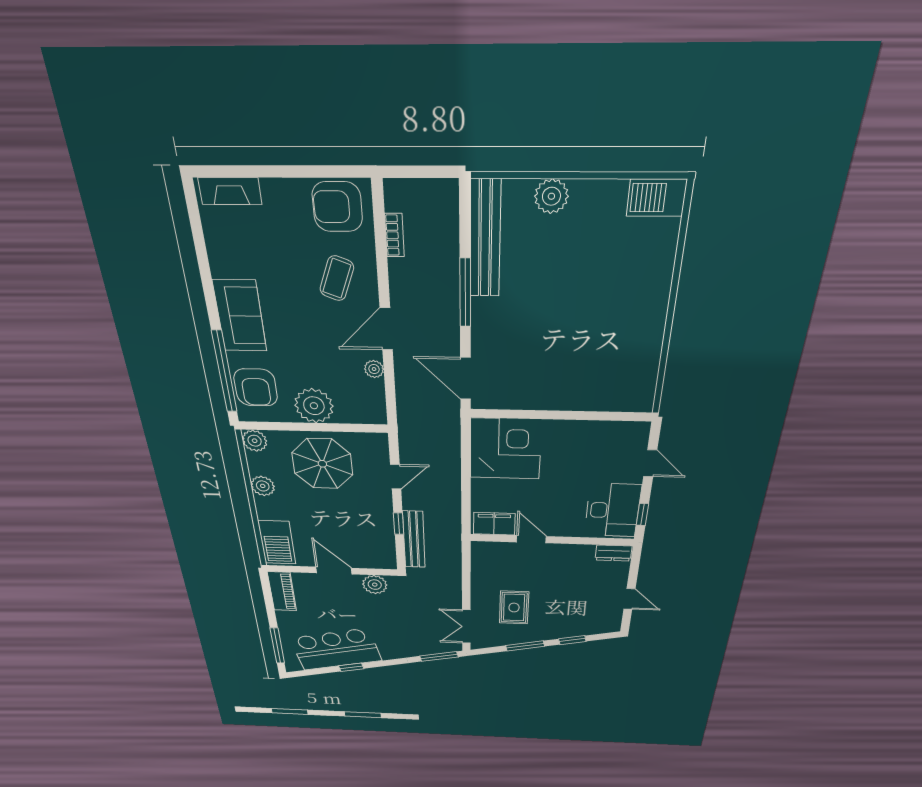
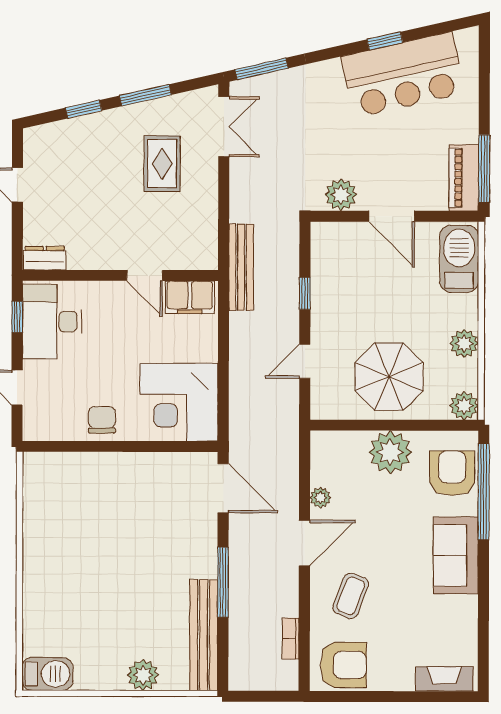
chair: (576, 437) -> (102, 420), added
bench: (414, 540) -> (241, 267), moved
window: (277, 646) -> (484, 169), moved

